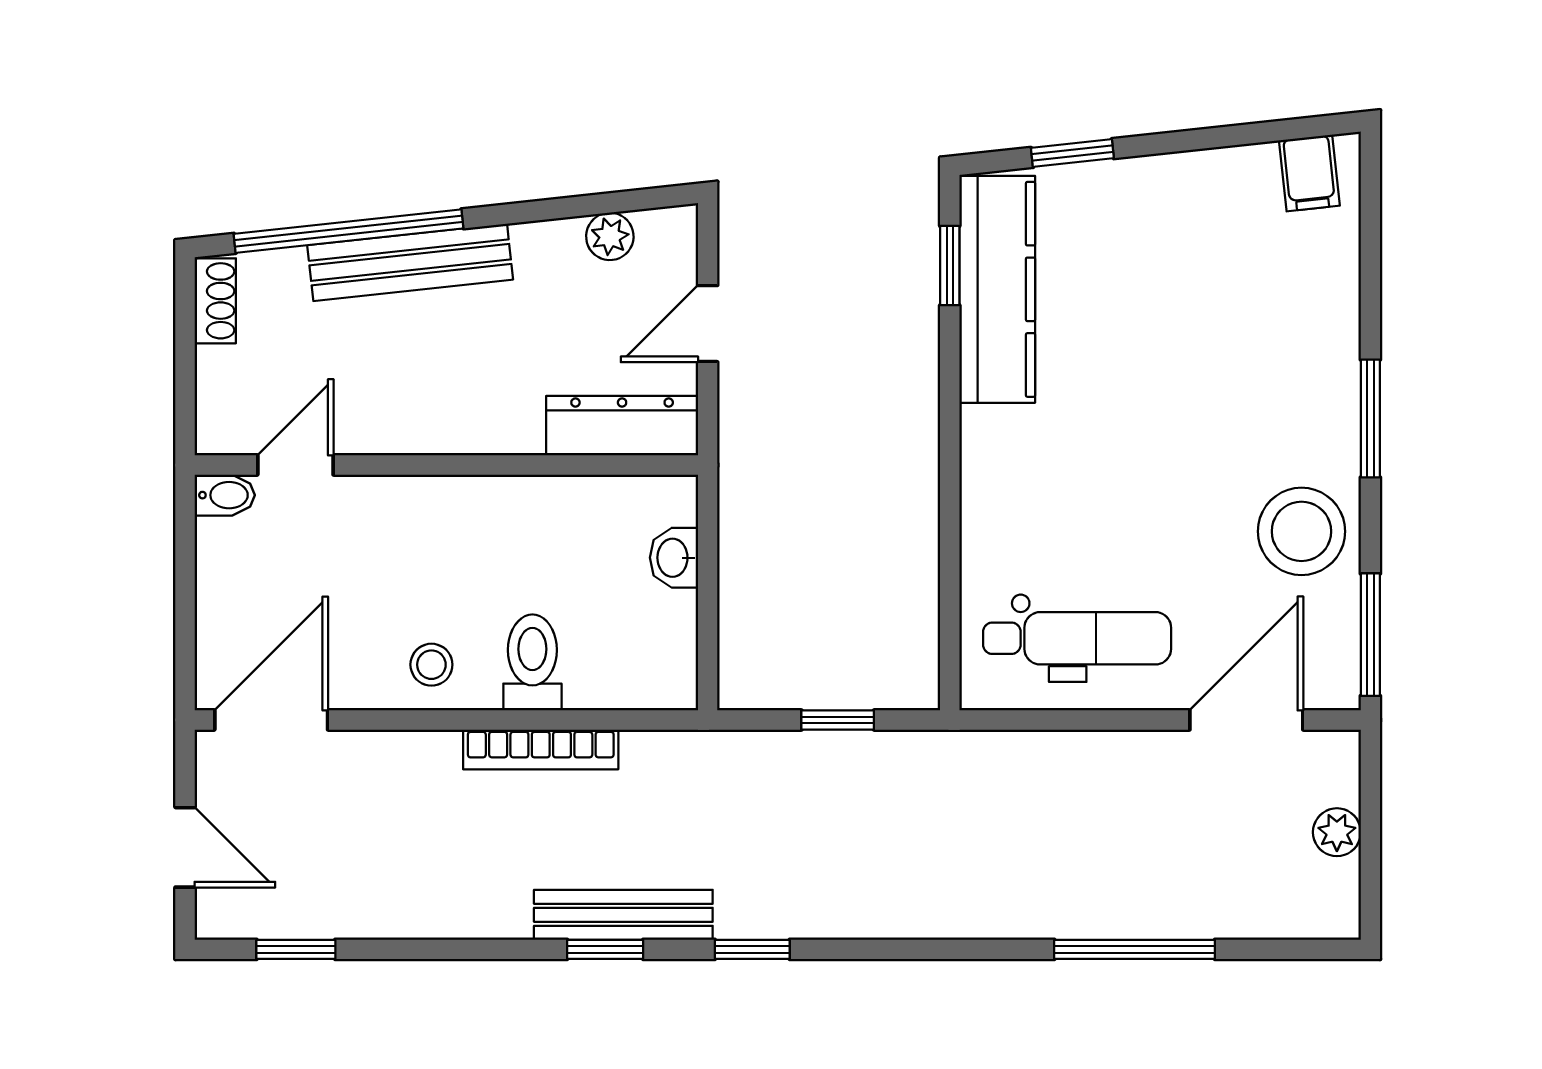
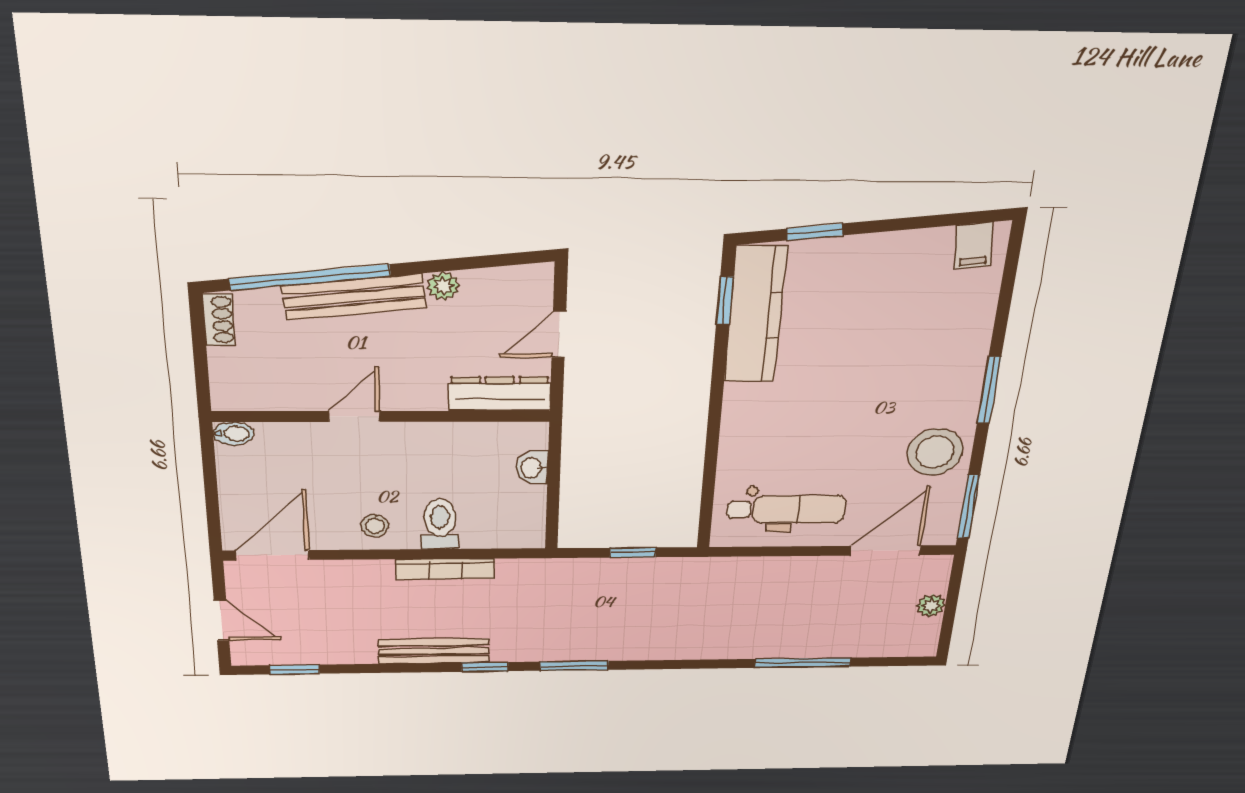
plant: (610, 236) -> (443, 286), moved
door: (295, 465) -> (354, 416), moved
bench: (623, 915) -> (434, 651), moved
window: (752, 949) -> (574, 666), width x1.50

